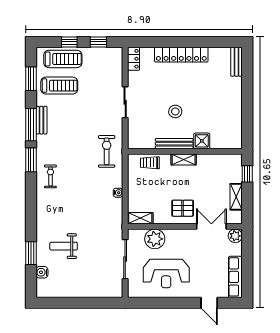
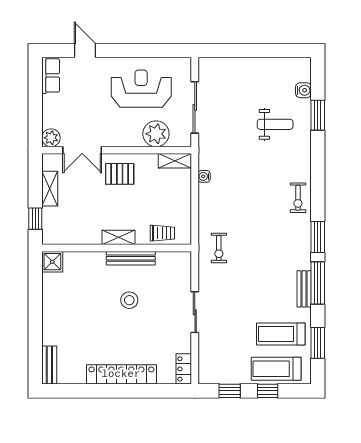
shower: (202, 141) -> (52, 262), moved
exercise bike: (107, 151) -> (219, 248), width x0.73, depth x0.72
exercise bike: (50, 176) -> (298, 198), moved
water cooler: (118, 193) -> (204, 176), moved
row of seats: (235, 277) -> (51, 75), width x0.68

